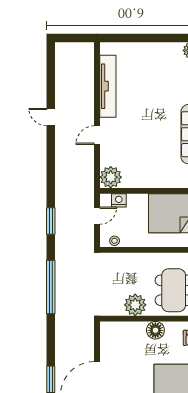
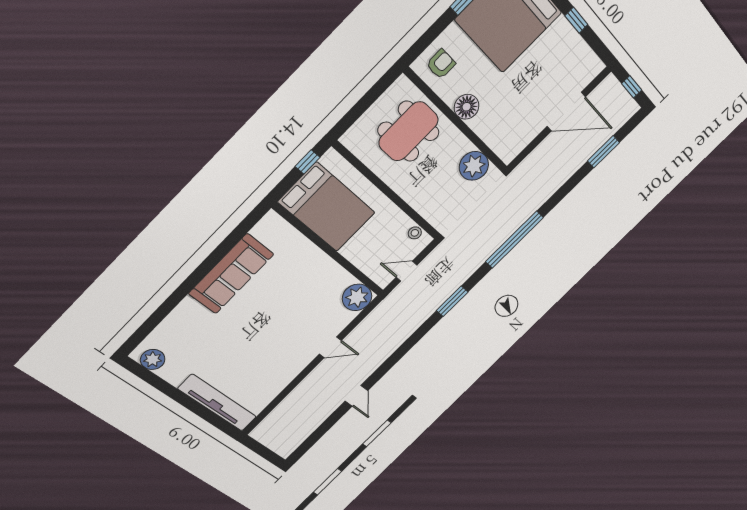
tv unit: (108, 86) -> (217, 403), moved, turned 90
nightstand: (119, 200) -> (372, 269), removed
plant: (135, 305) -> (474, 166), moved

